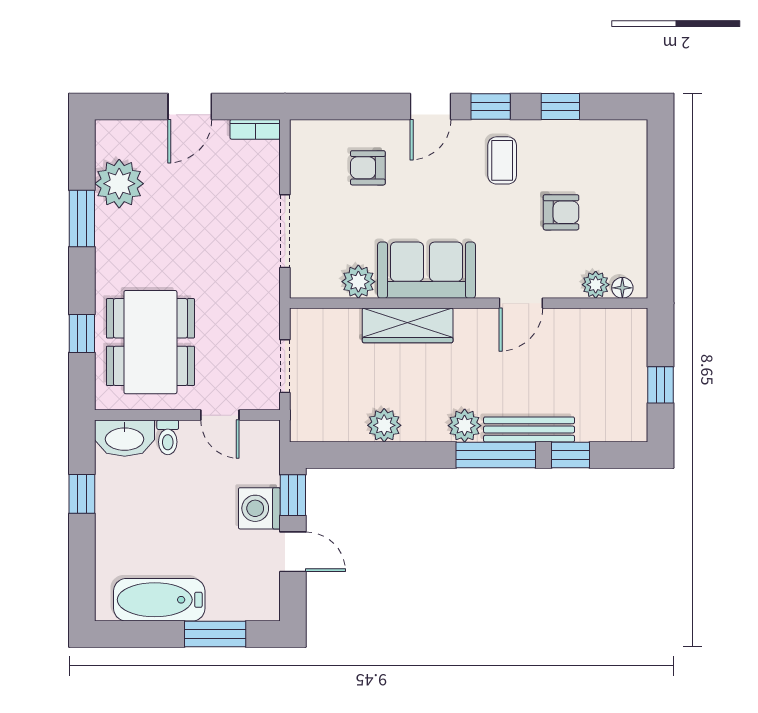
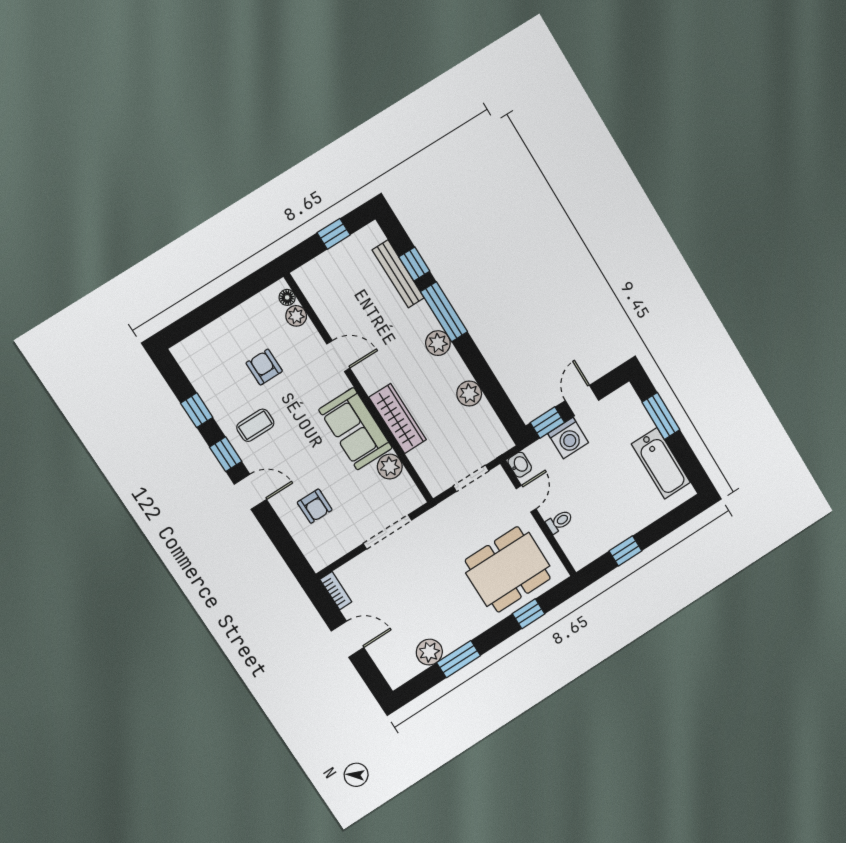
plant: (119, 184) -> (429, 652), width x0.73, depth x0.73
bench: (529, 429) -> (398, 274), moved
washbasin: (125, 438) -> (520, 465), moved, width x0.52, depth x0.69

